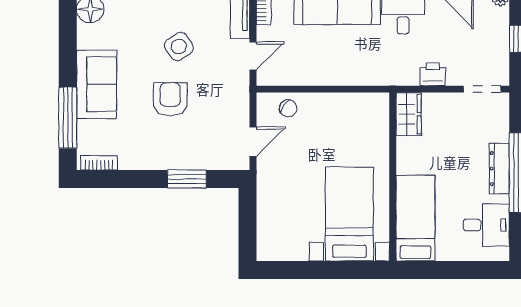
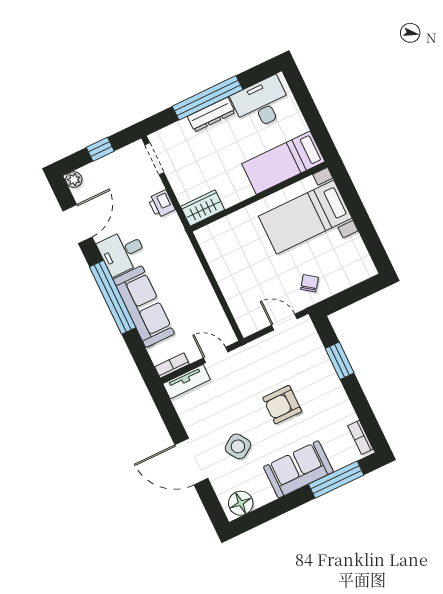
side table: (179, 46) -> (238, 446), moved
chair: (288, 108) -> (310, 283), moved
desk: (486, 225) -> (262, 103), width x1.37

